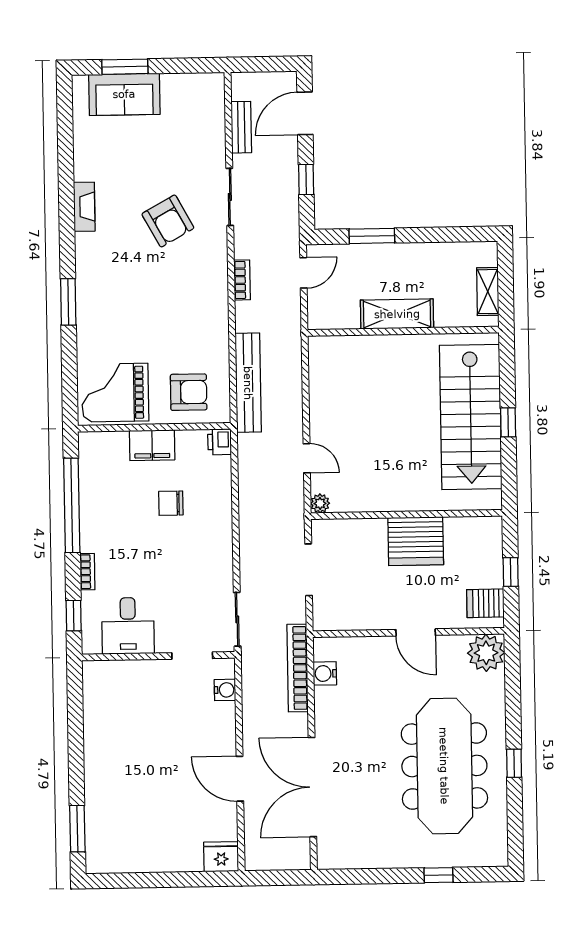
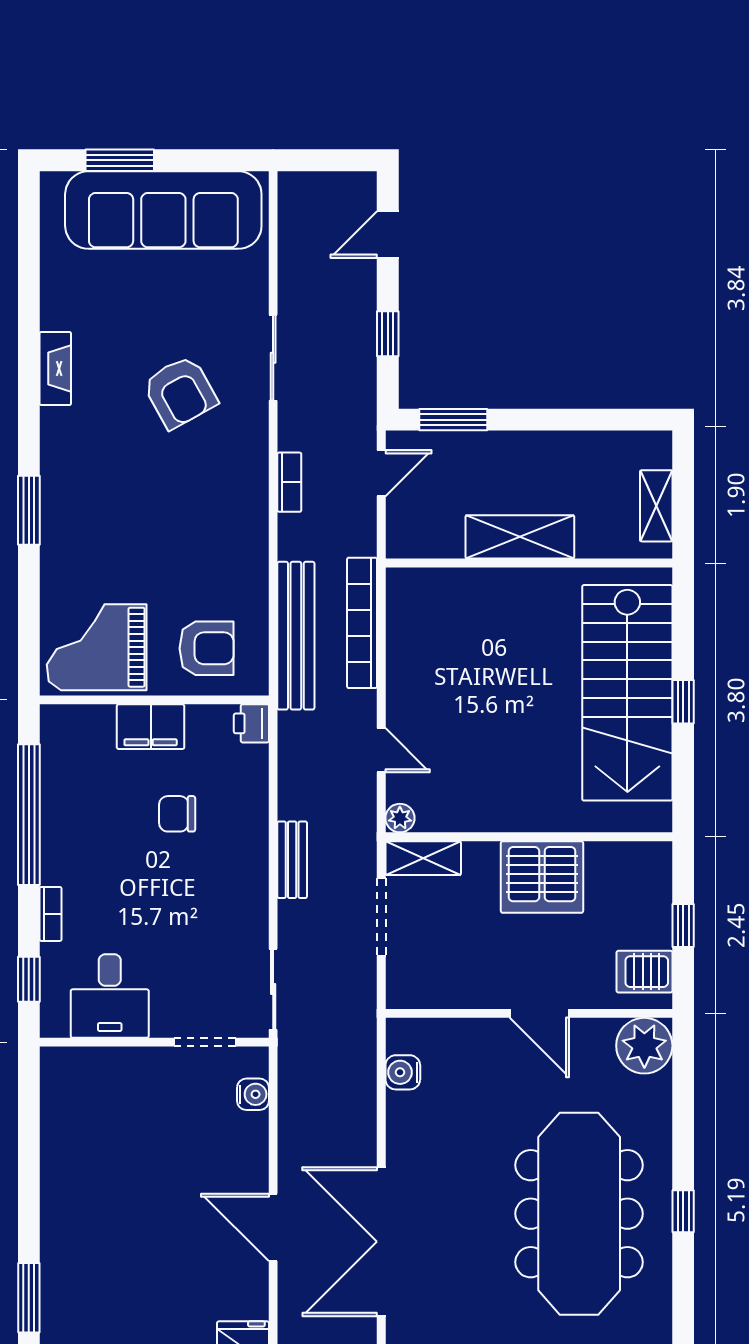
sofa: (124, 94) -> (163, 210), width x1.85, depth x1.27
door: (305, 113) -> (388, 235), width x0.73
bench: (241, 127) -> (292, 860), moved
window: (372, 236) -> (453, 420), moved
shelving: (336, 530) -> (423, 858), added
bookcase: (298, 668) -> (362, 623), moved

